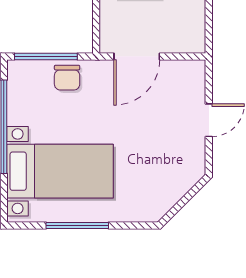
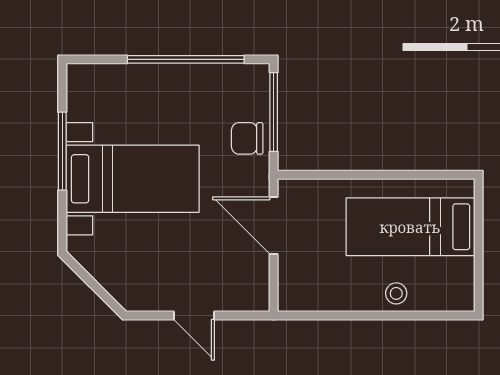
bed with nightstands: (60, 171) -> (133, 179), moved, turned -90

